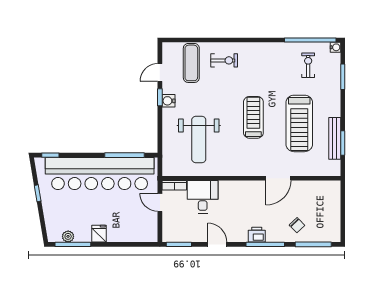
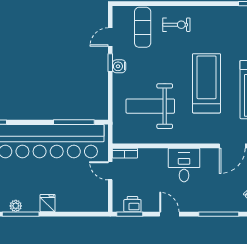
treadmill: (253, 117) -> (207, 83), width x1.37, depth x1.38
weight bench: (199, 139) -> (150, 106), turned 90
desk: (203, 197) -> (184, 165), moved
printer: (257, 235) -> (132, 204), moved

